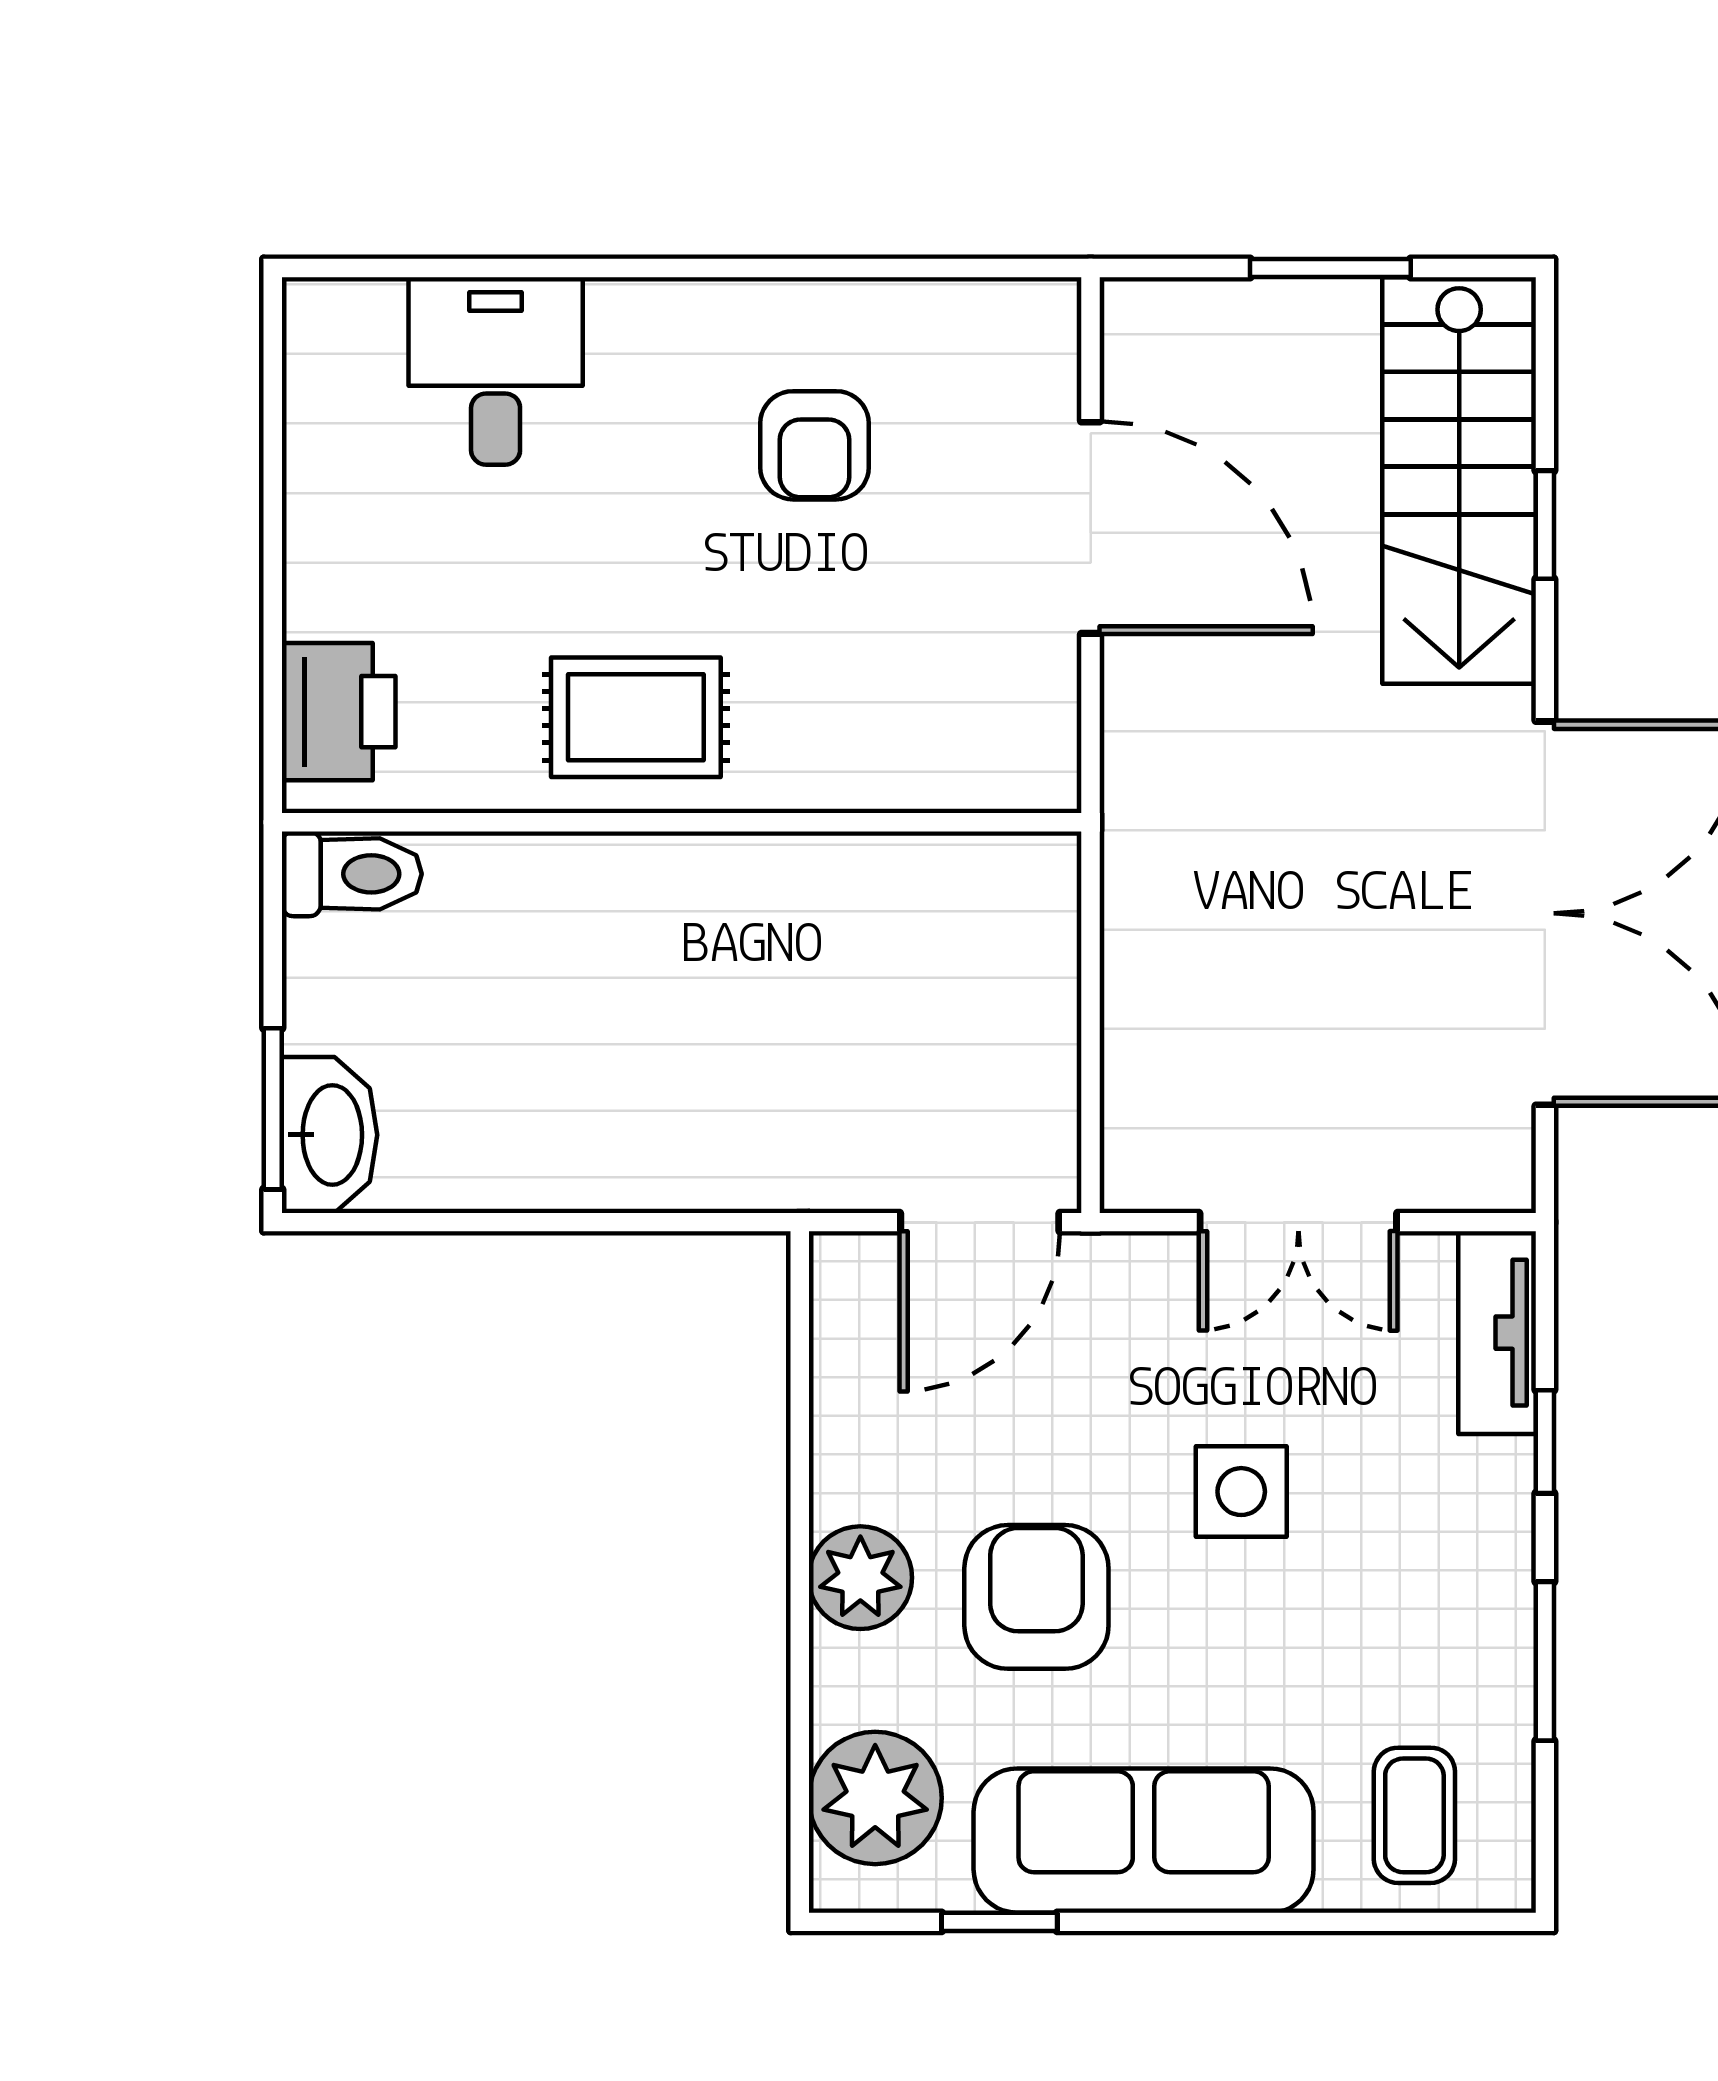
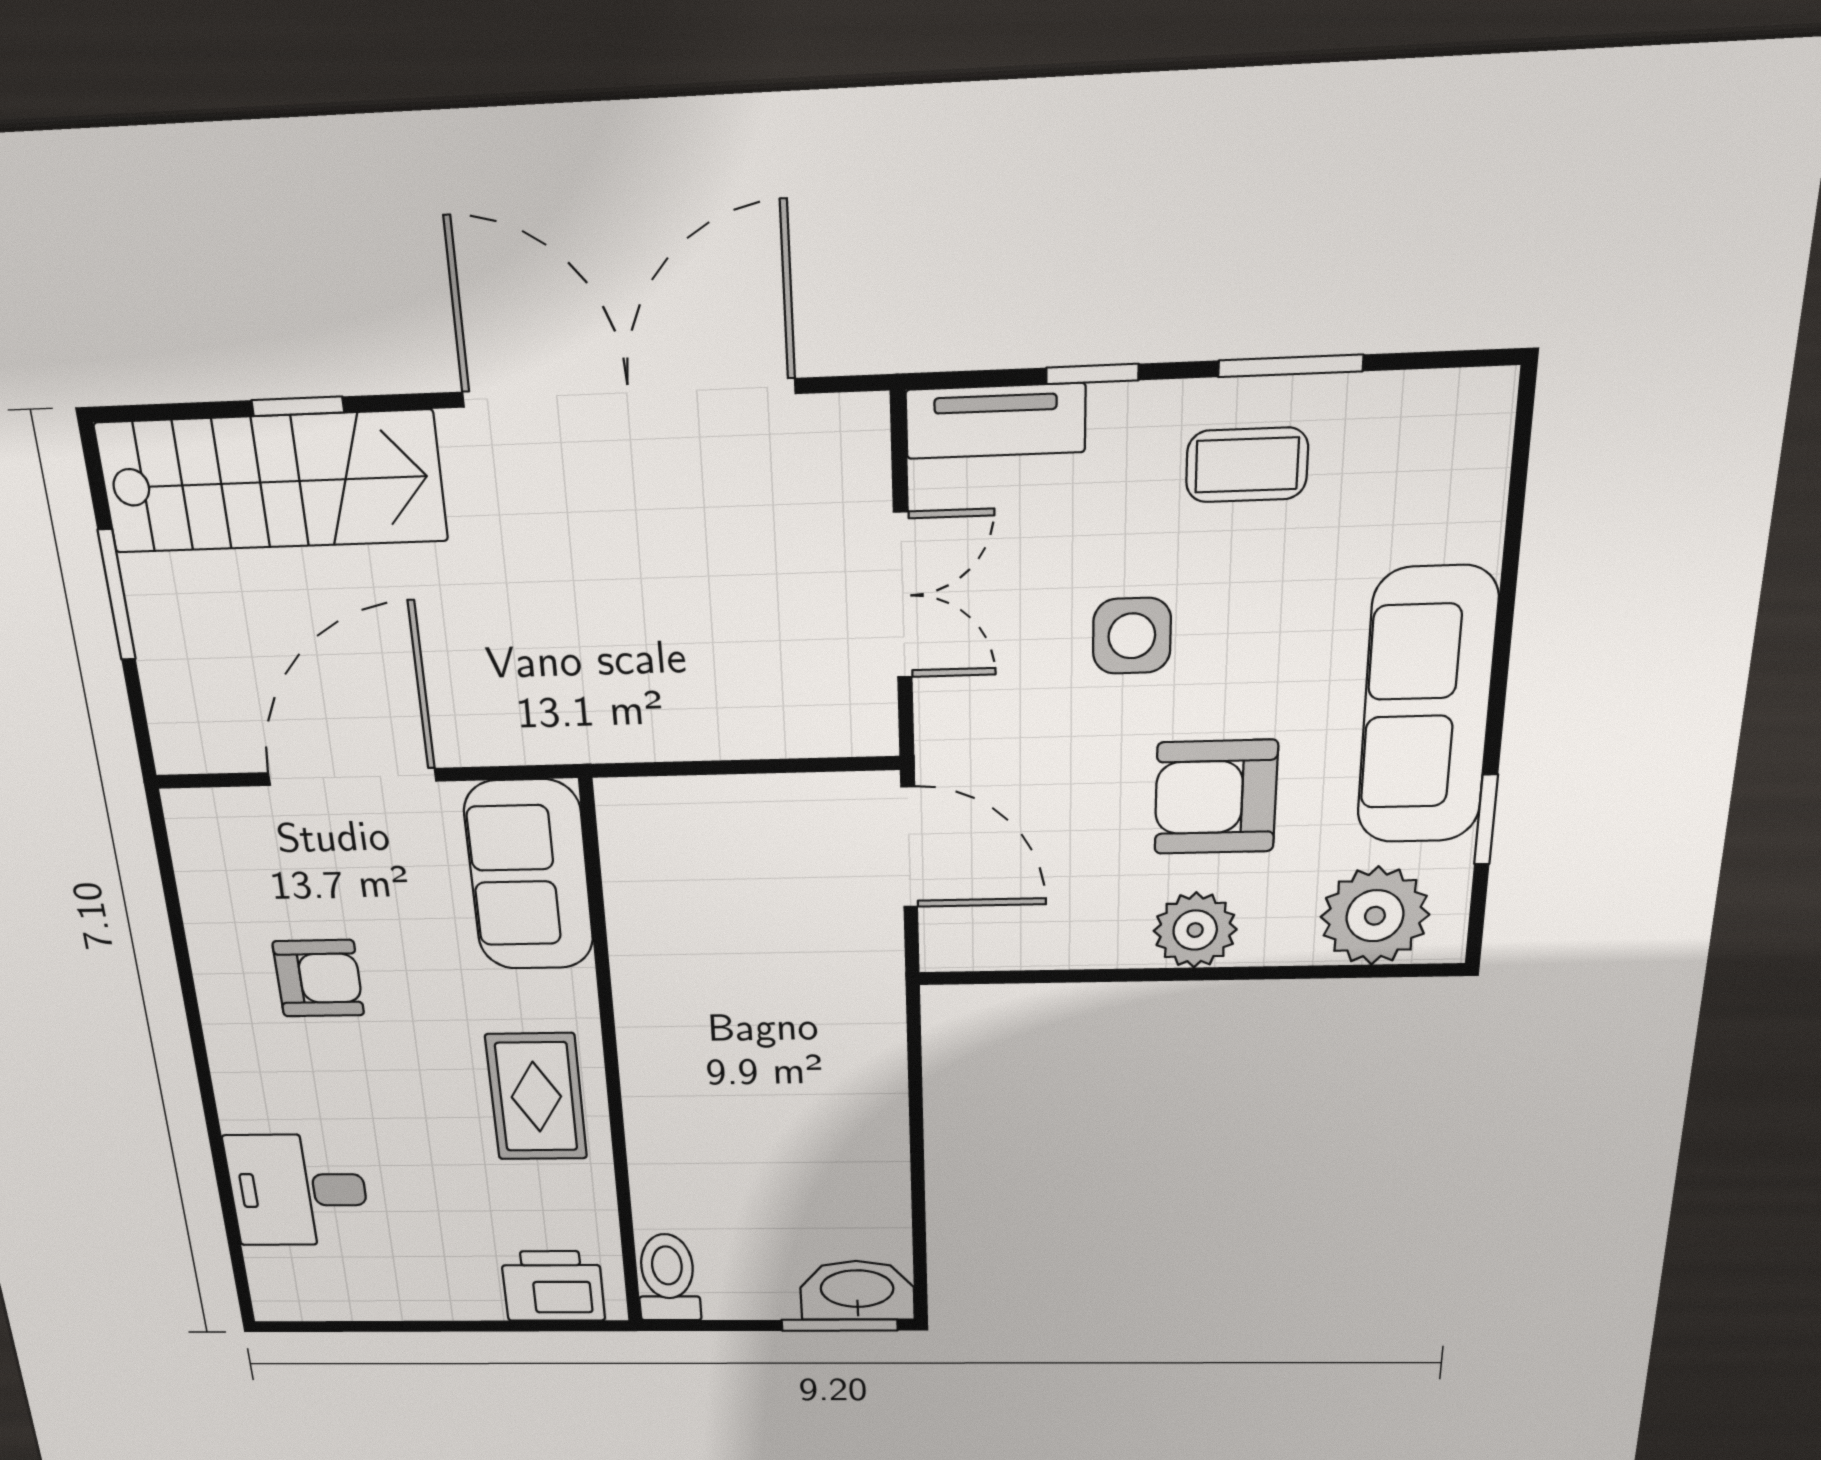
sofa: (953, 739) -> (529, 875), added
coffee table: (1414, 1815) -> (1247, 465), moved

